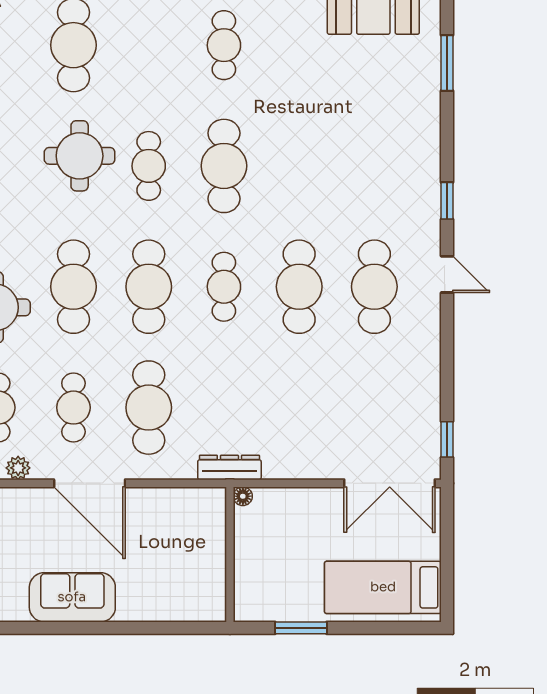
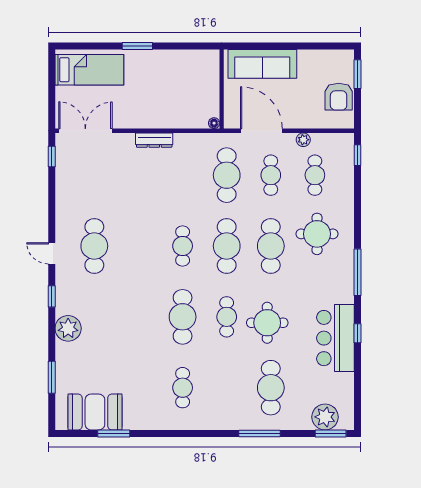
plant: (419, 146) -> (68, 328), added
cafe table: (299, 287) -> (138, 246), removed
dresser: (229, 467) -> (154, 140), moved
floor lamp: (243, 496) -> (214, 123), moved
wall: (230, 554) -> (222, 89), moved
sofa: (72, 597) -> (262, 64), width x1.36

